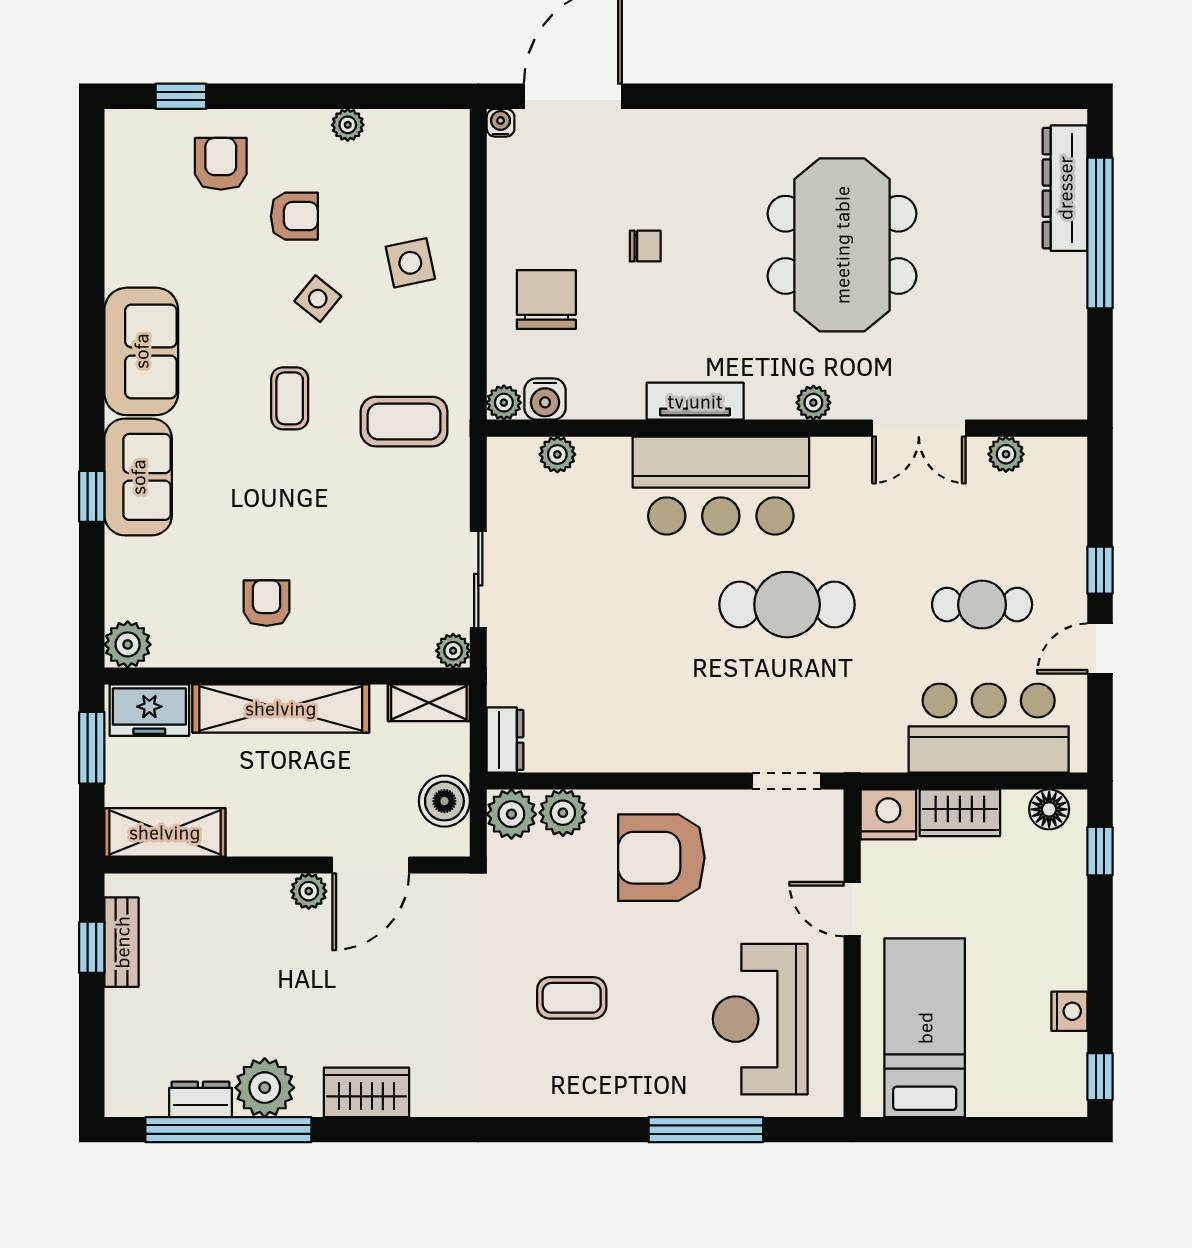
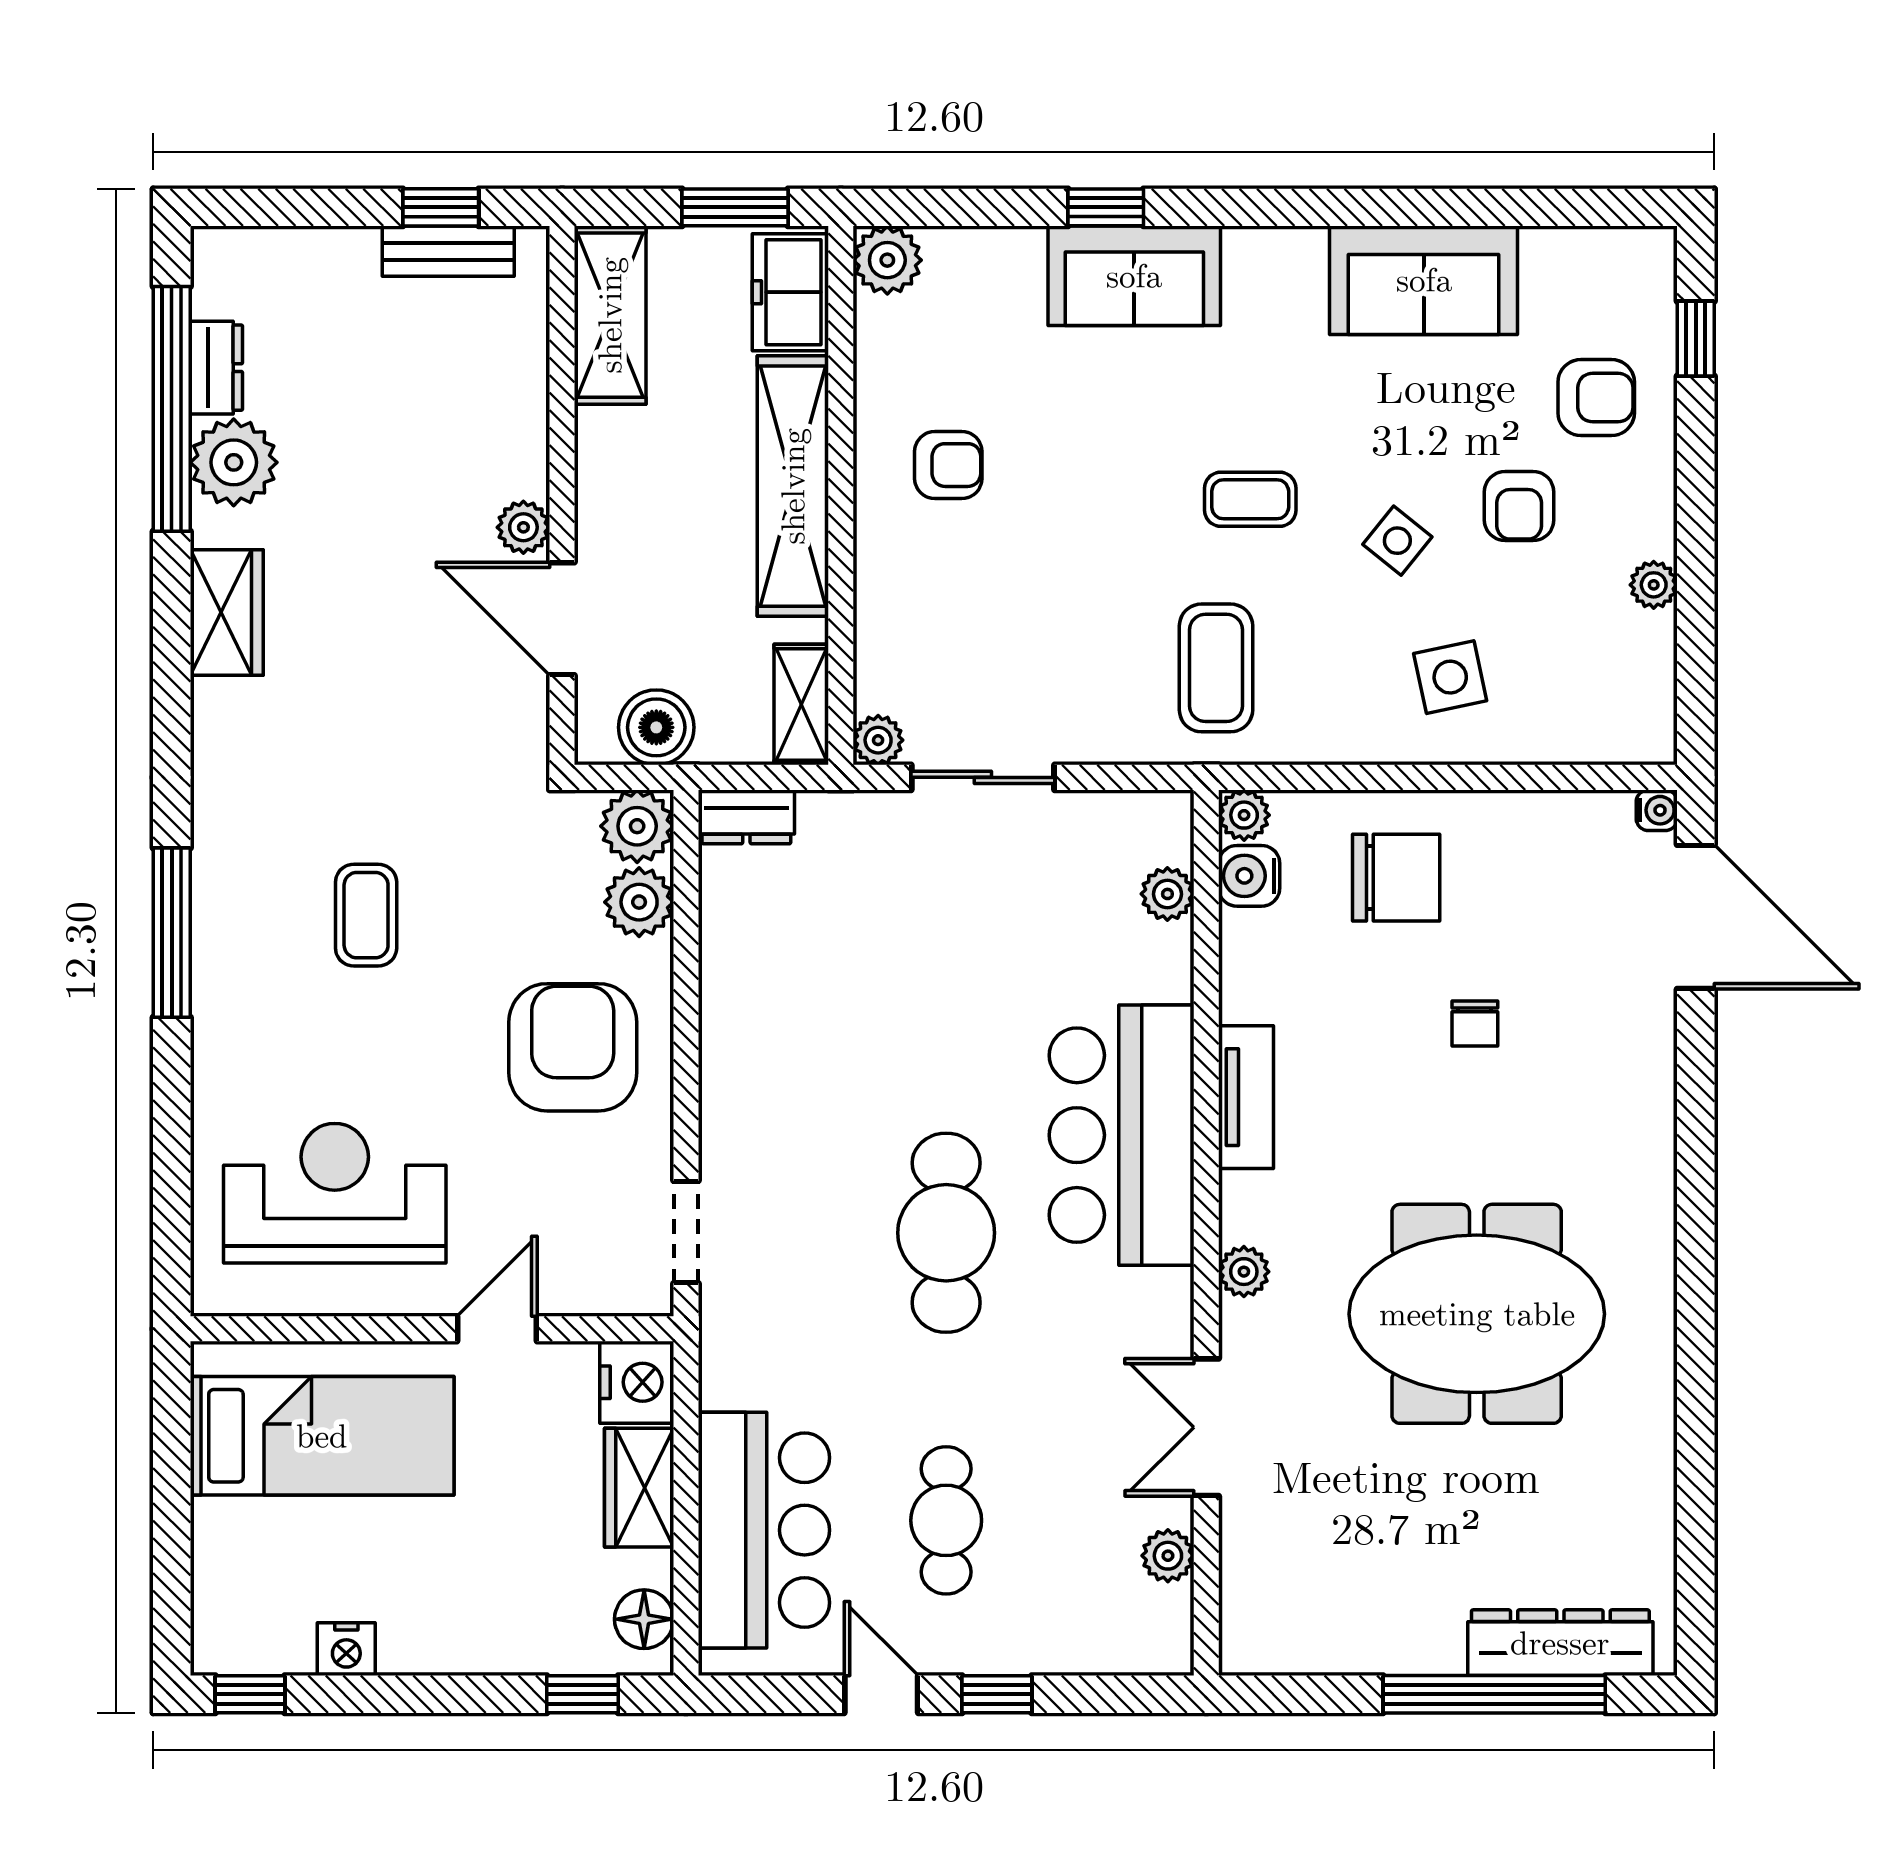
sofa: (141, 351) -> (1424, 280), moved
window: (706, 1130) -> (172, 933), moved

